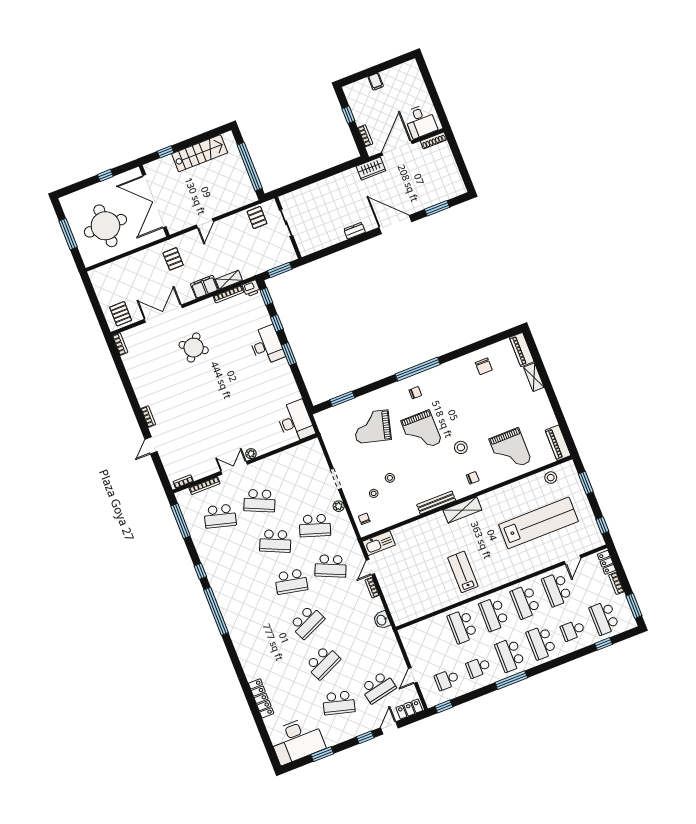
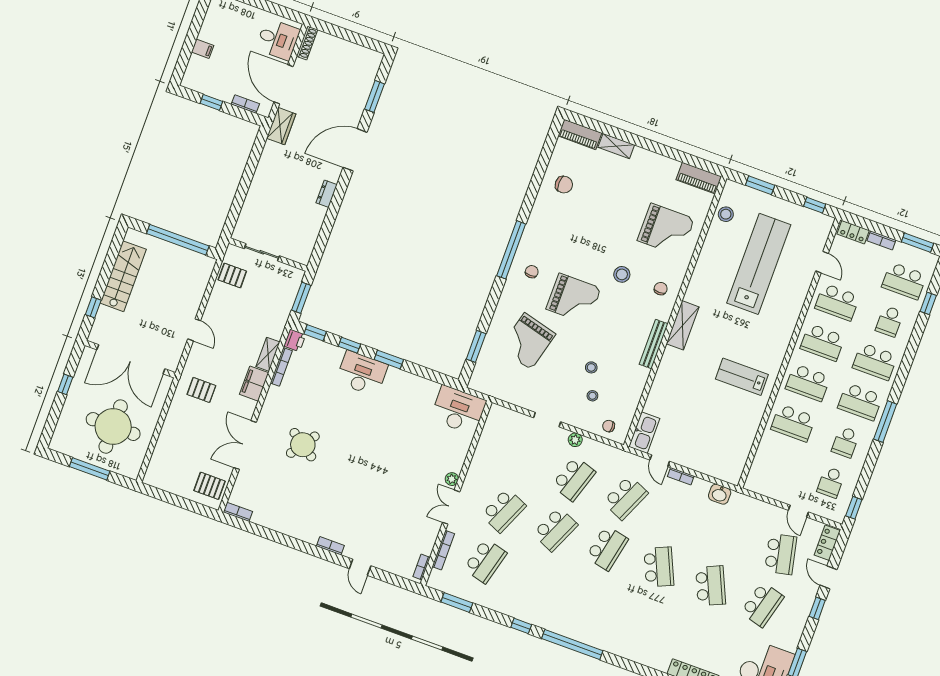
window: (181, 521) -> (457, 602), width x0.69

